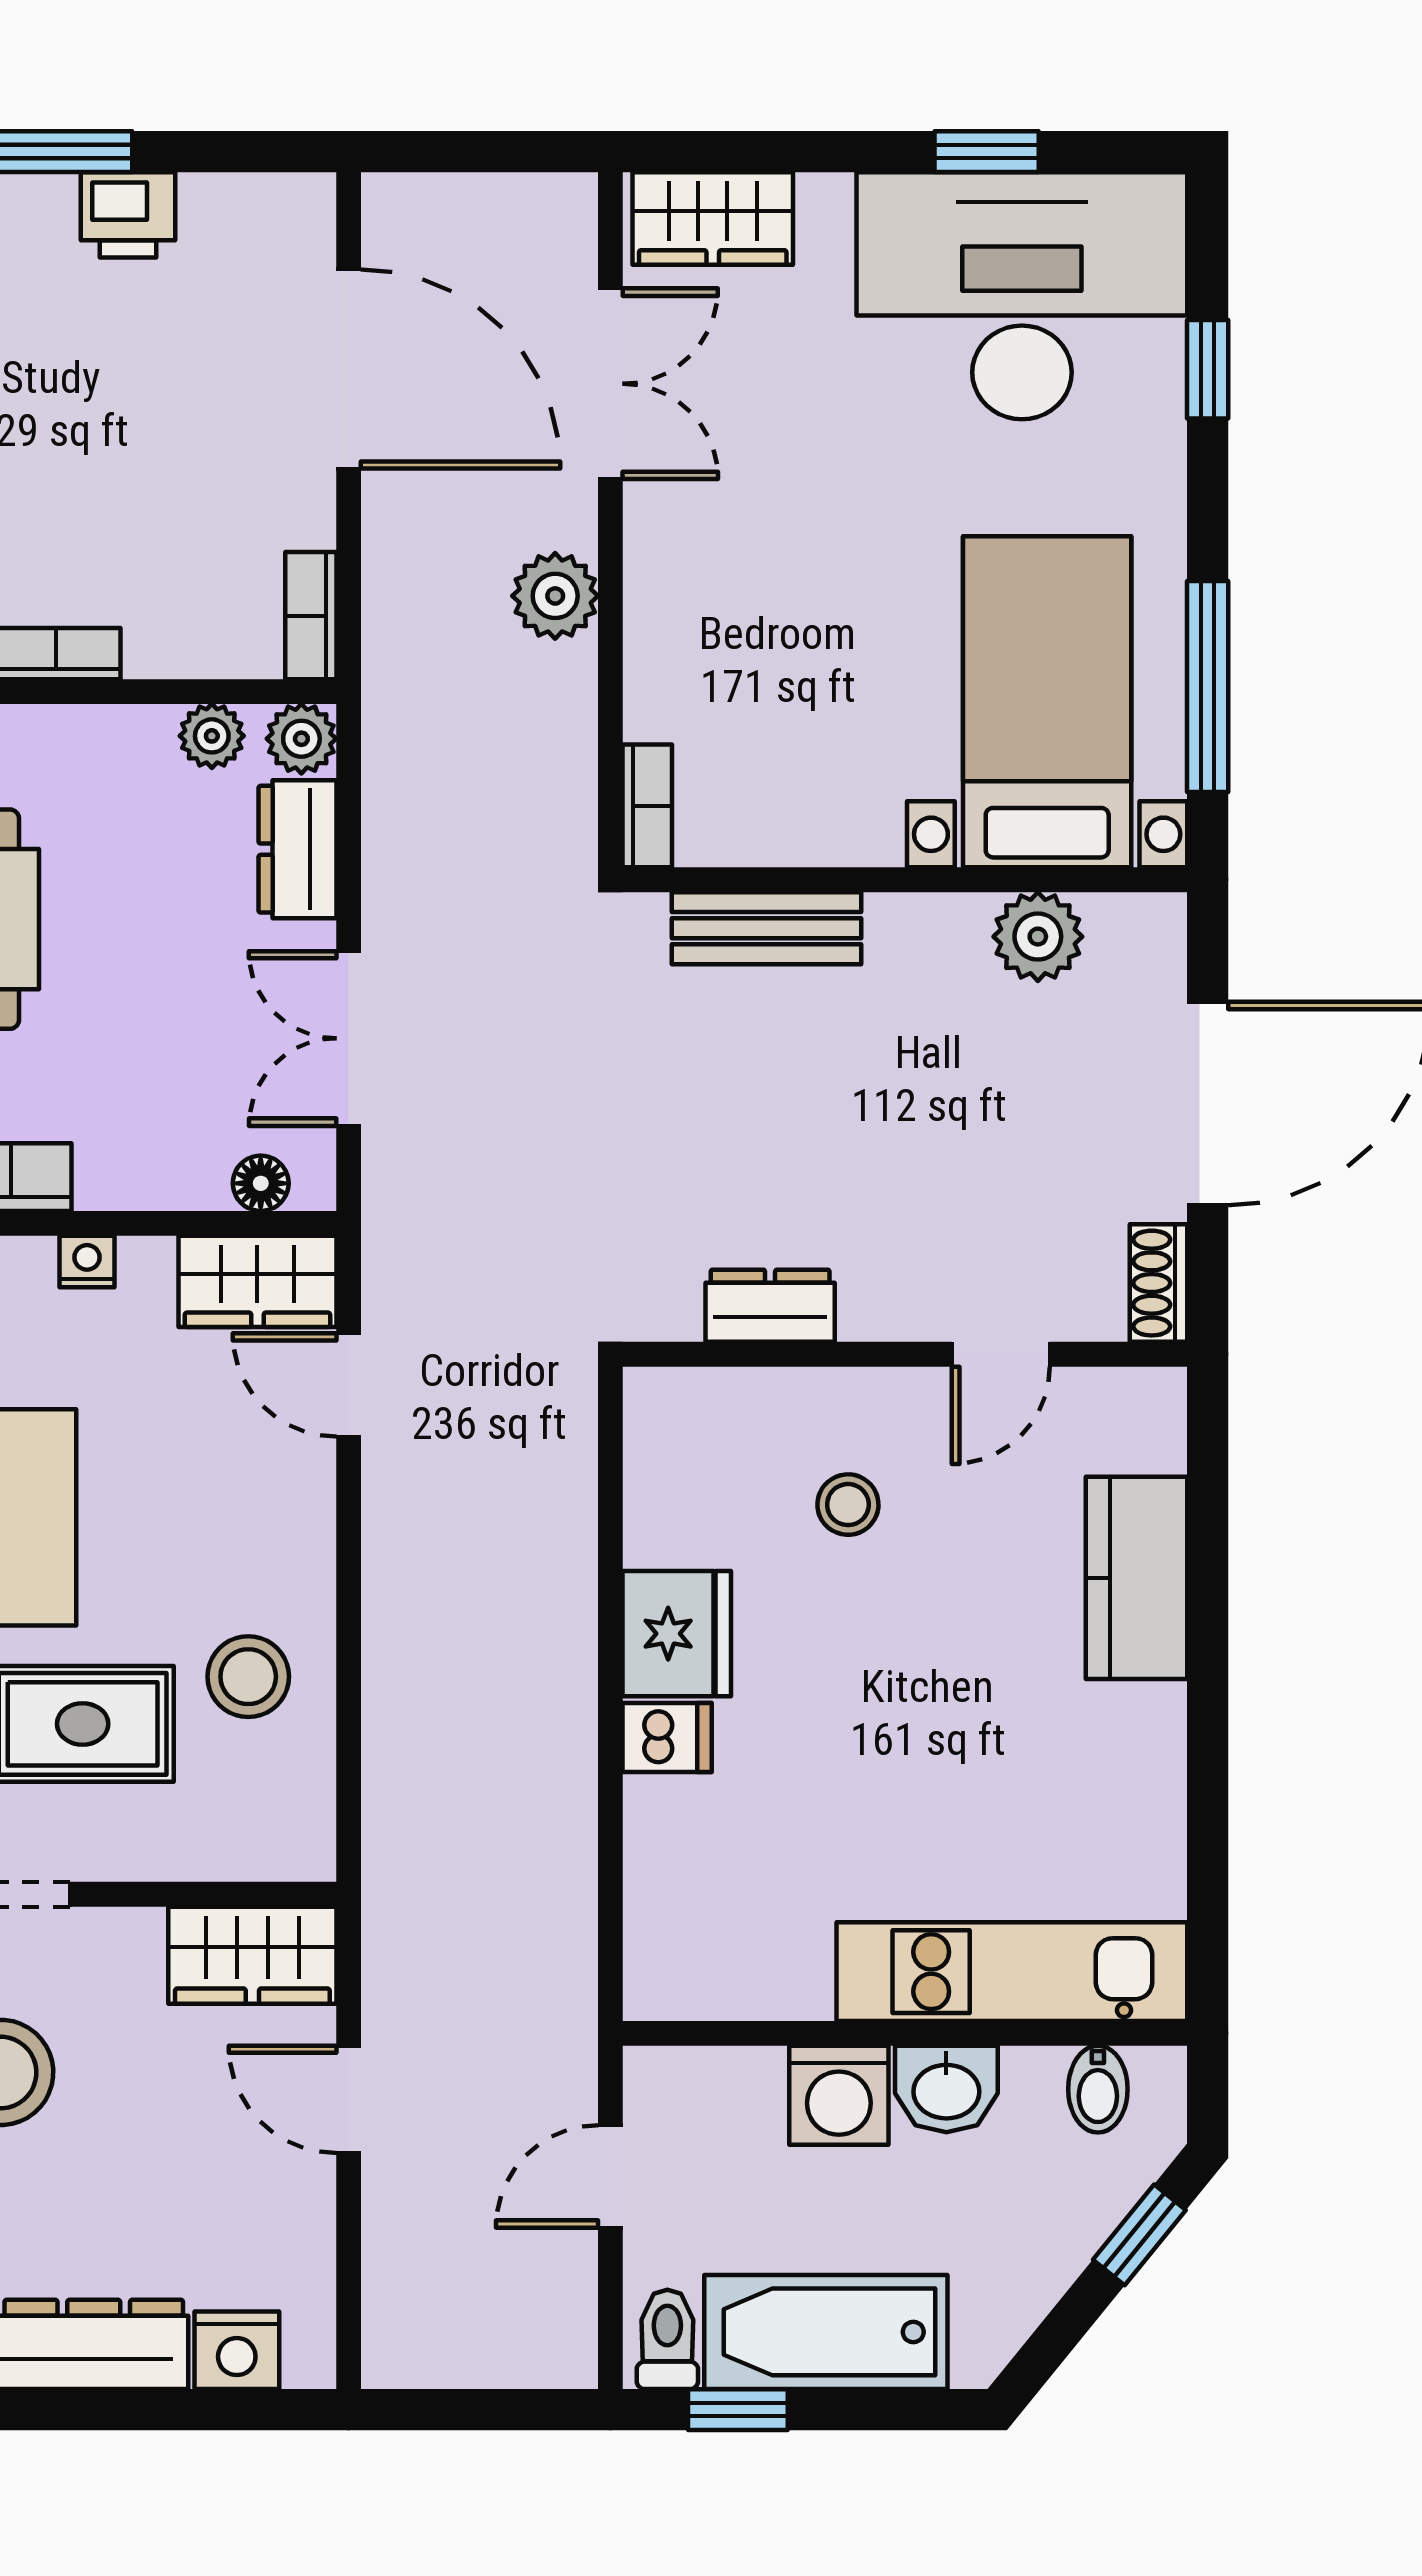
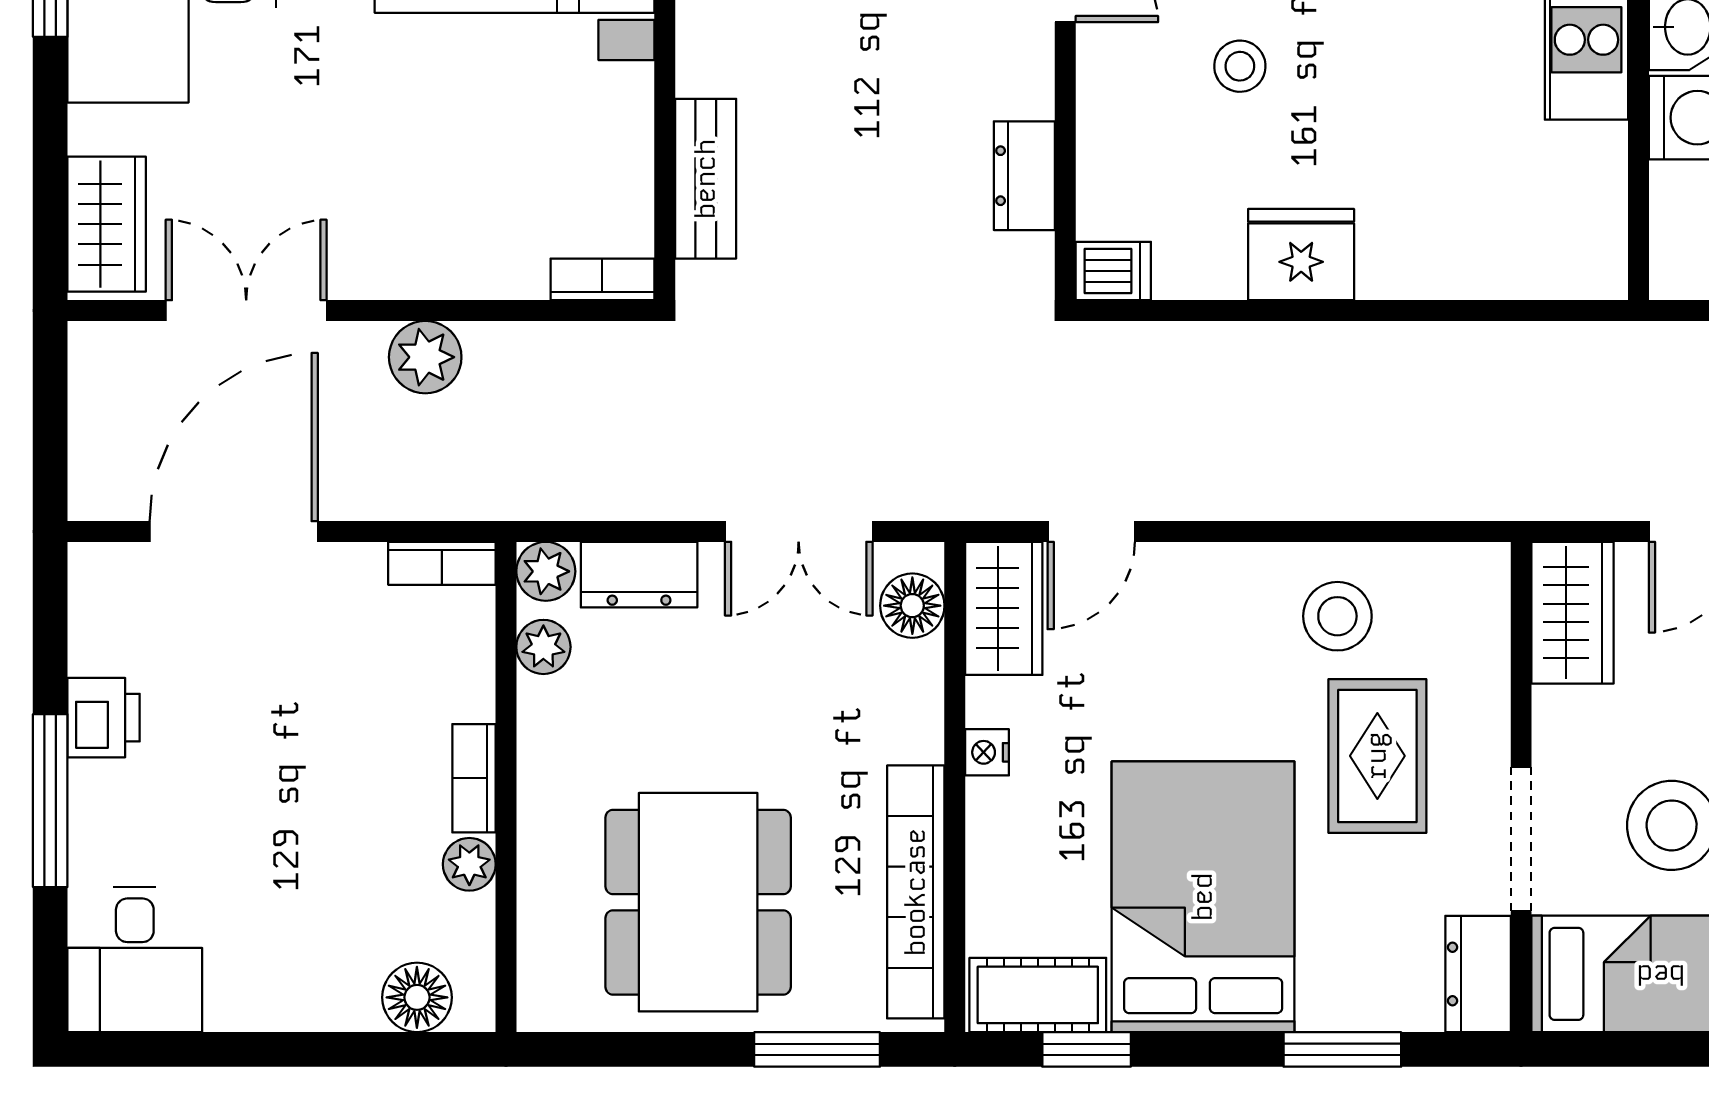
floor lamp: (261, 1183) -> (912, 606), width x1.37, depth x1.37
stool: (848, 1505) -> (1240, 66), moved
dishwasher: (667, 1737) -> (1113, 271), moved, turned 90

